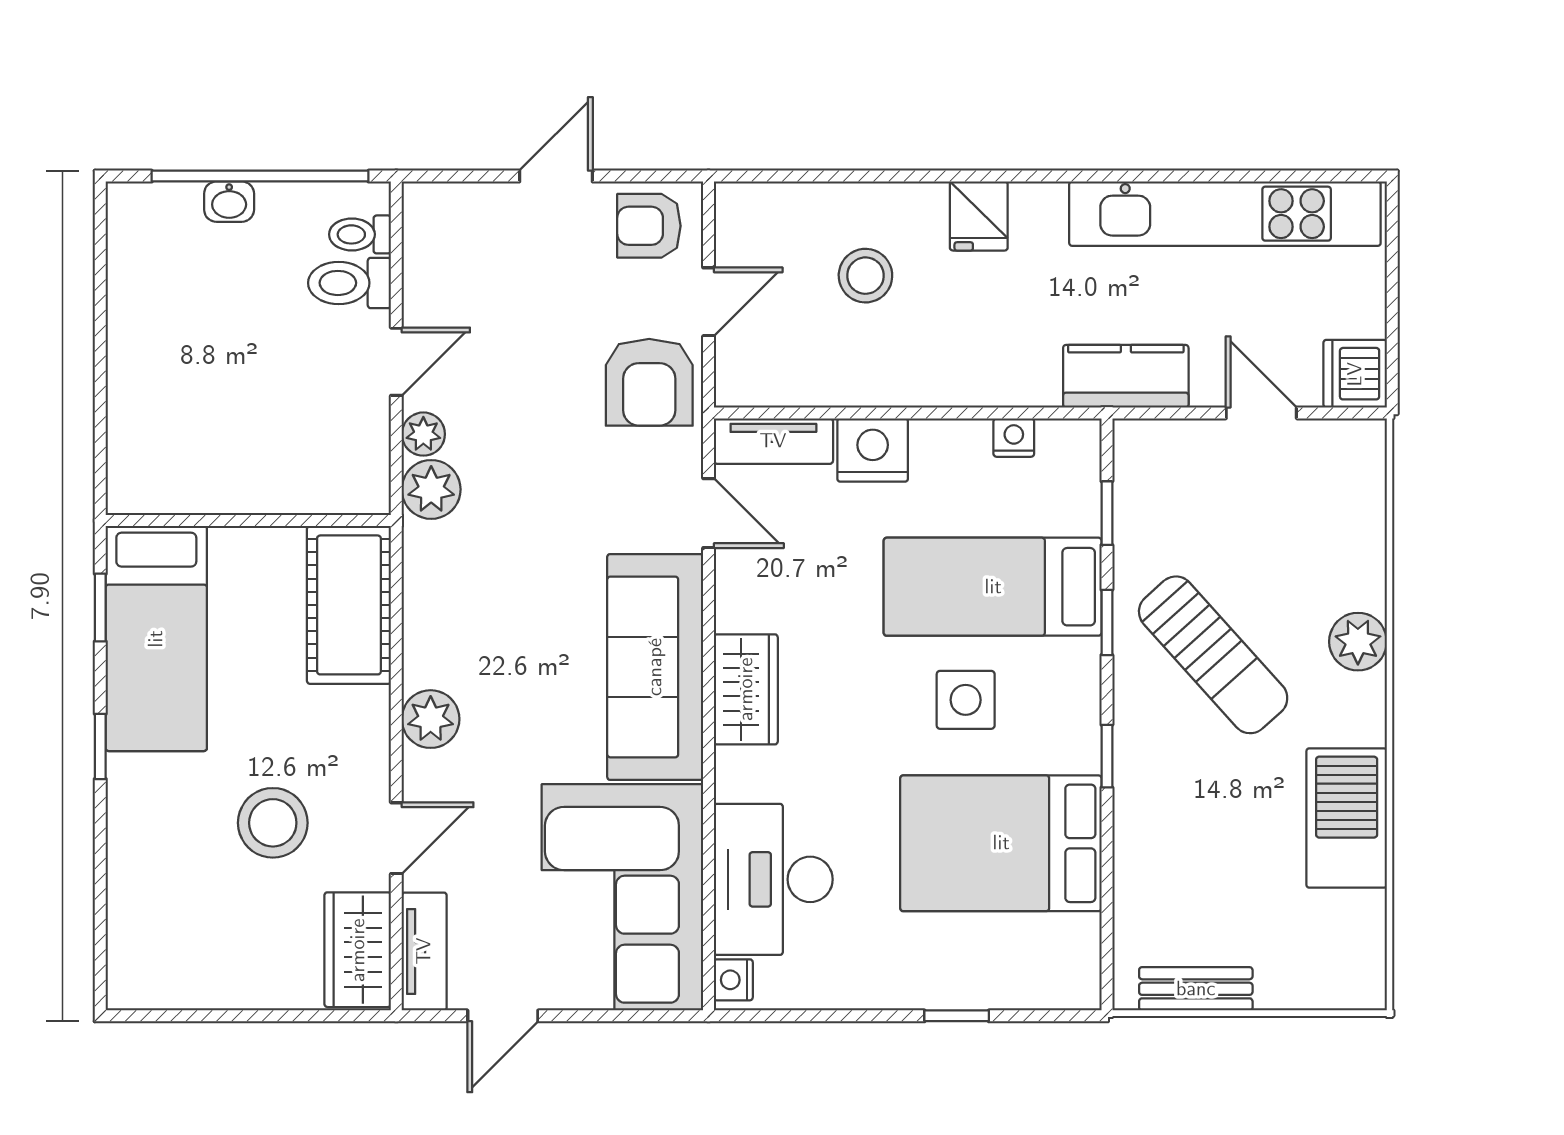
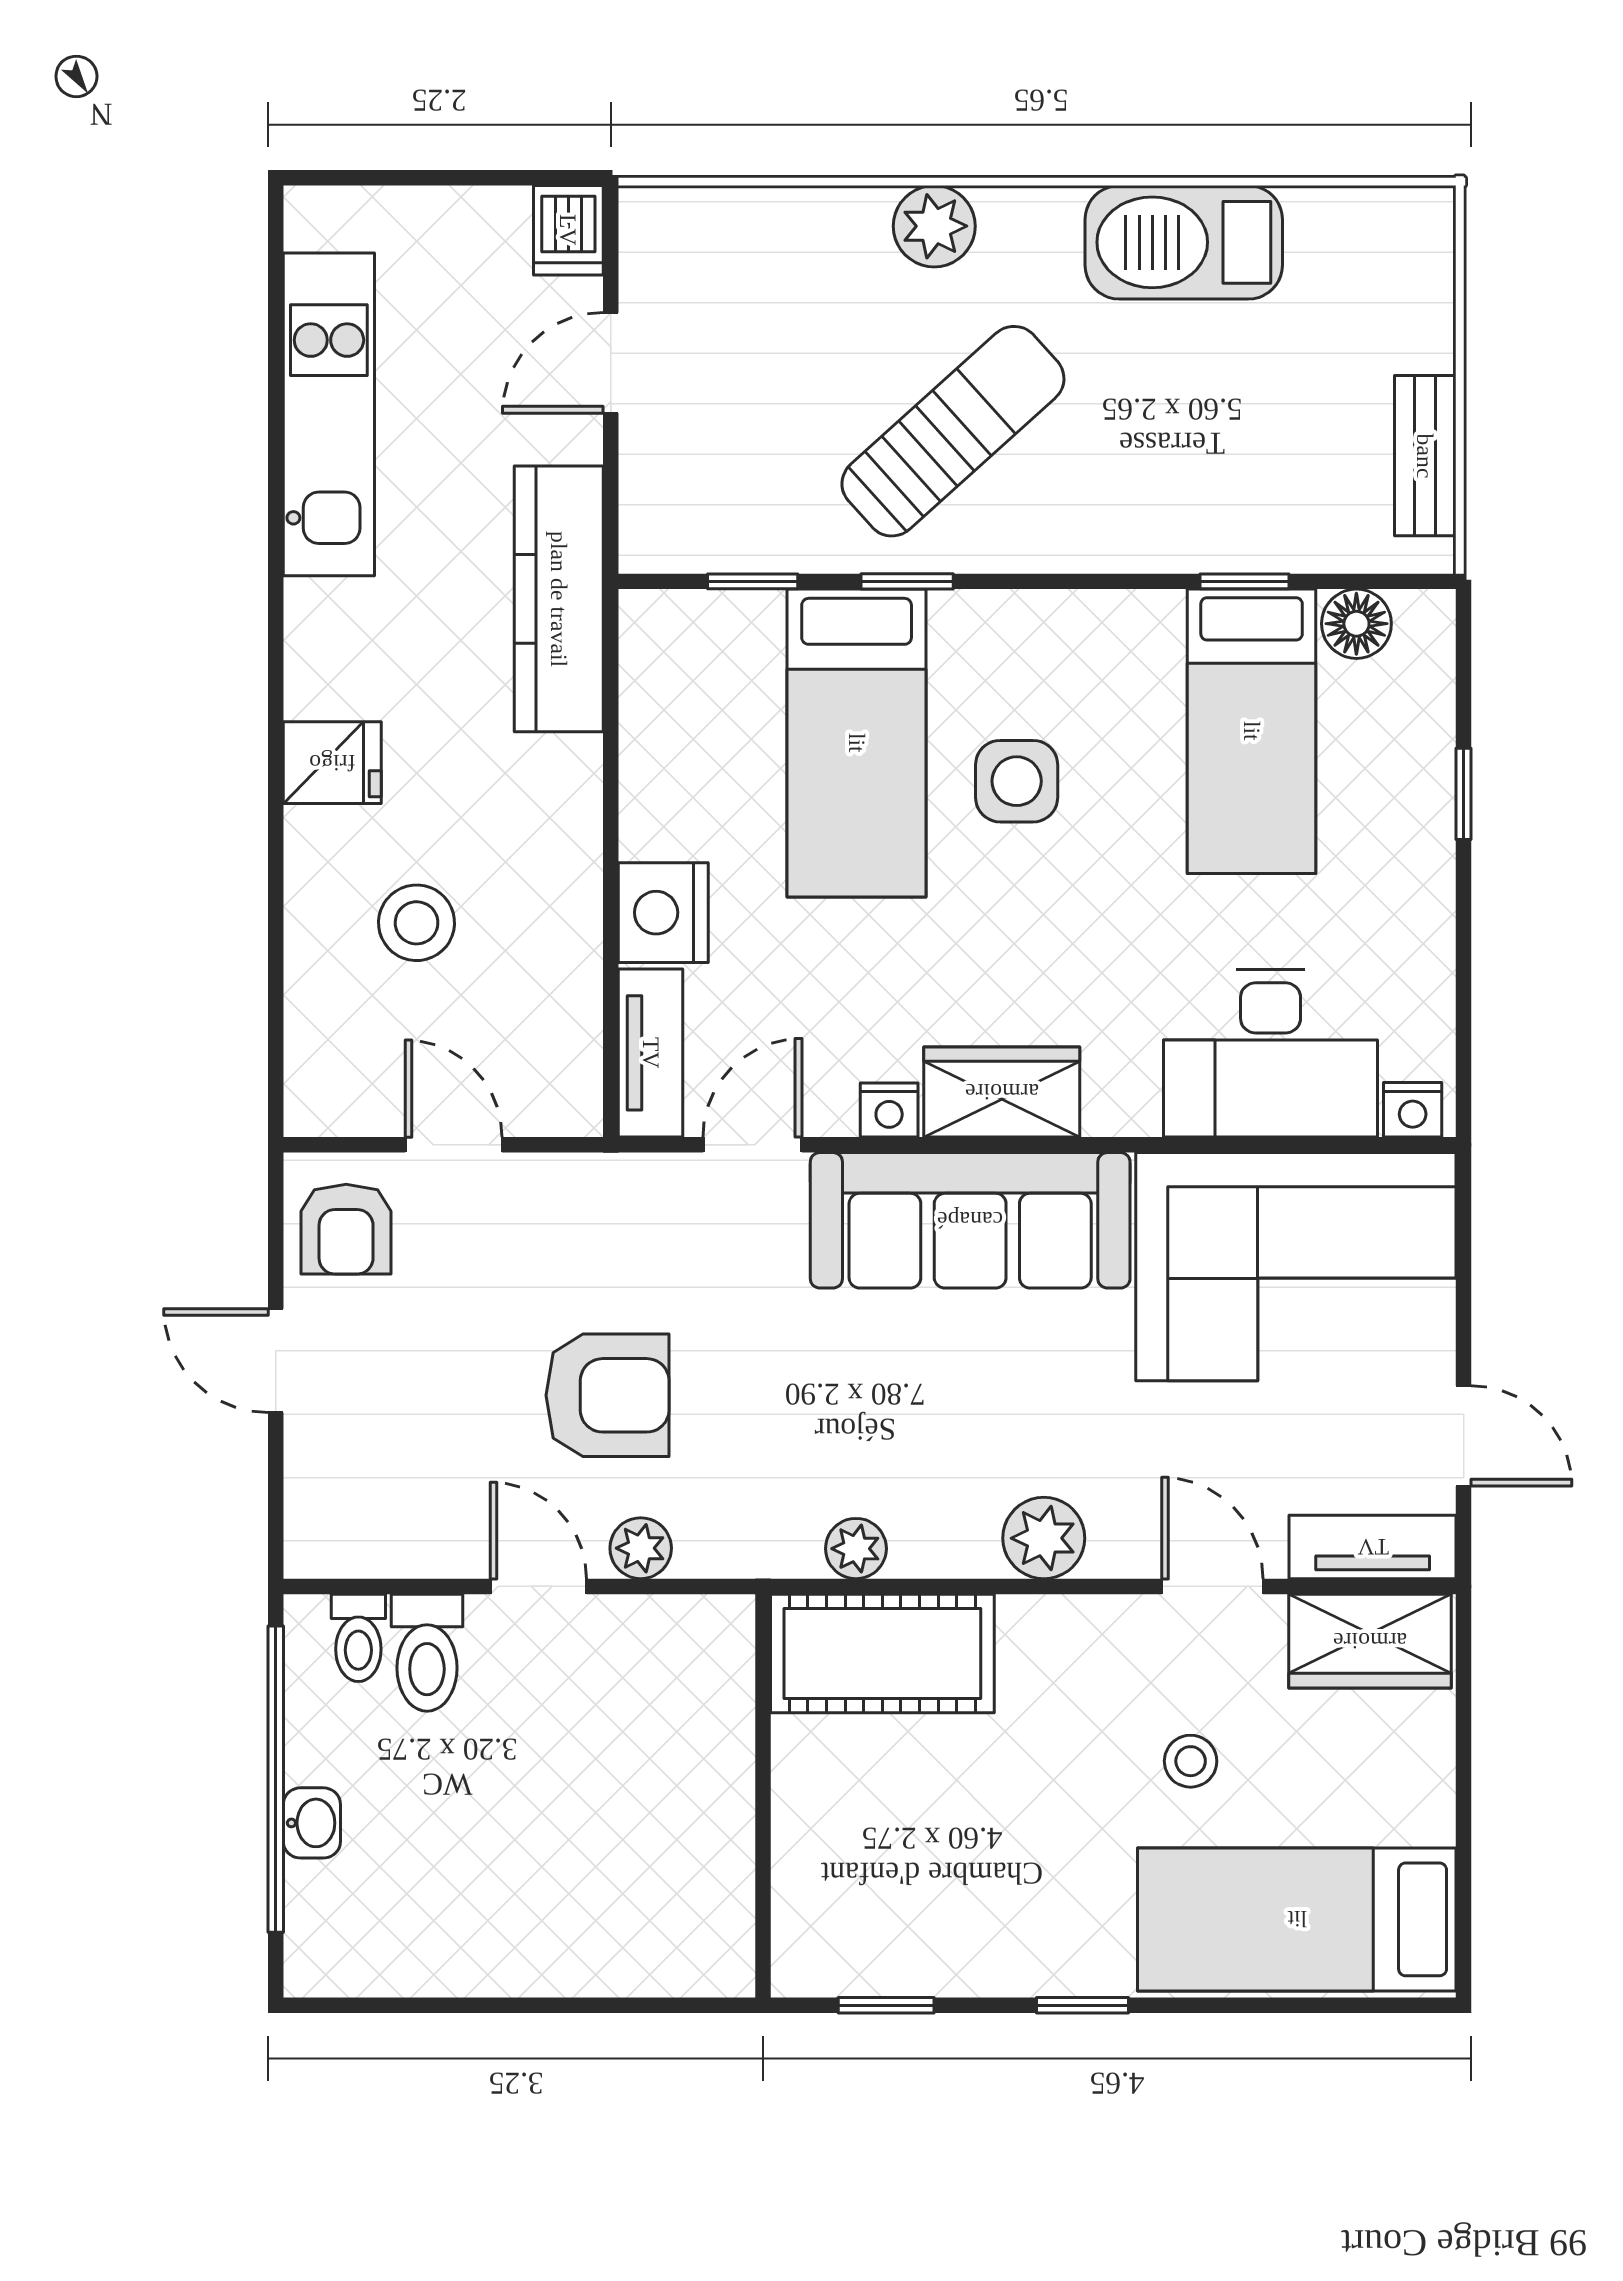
kitchen unit: (1225, 214) -> (329, 414), width x0.73
dishwasher: (1355, 374) -> (568, 230), width x0.73
kitchen counter: (1126, 376) -> (559, 599), width x1.50
armchair: (649, 382) -> (607, 1395), moved
nightstand: (1014, 438) -> (889, 1110), moved, turned -90
plant: (431, 489) -> (856, 1549), moved, width x0.73, depth x0.73
bed: (156, 639) -> (1297, 1919), moved, turned 180
window: (1107, 756) -> (1244, 581), moved
stool: (273, 823) -> (1191, 1761), width x0.53, depth x0.53
bed: (1001, 843) -> (1252, 731), width x0.67
floor lamp: (1077, 940) -> (1356, 624), added

